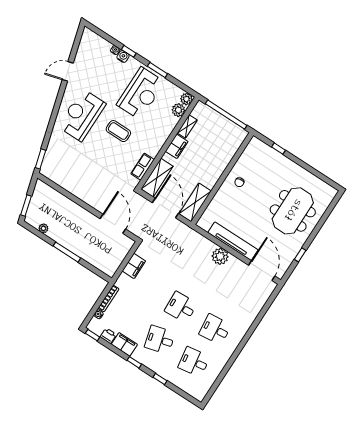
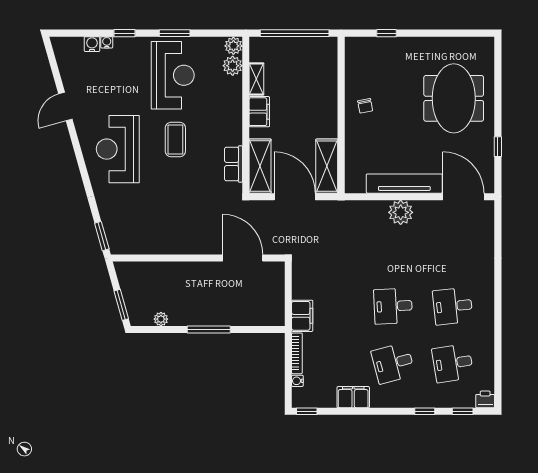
water cooler: (123, 57) -> (92, 44), moved
coffee table: (118, 131) -> (175, 140), turned 90
filing cabinet: (134, 266) -> (302, 316), moved
printer: (108, 336) -> (485, 399), moved
window: (134, 362) -> (463, 411), moved

